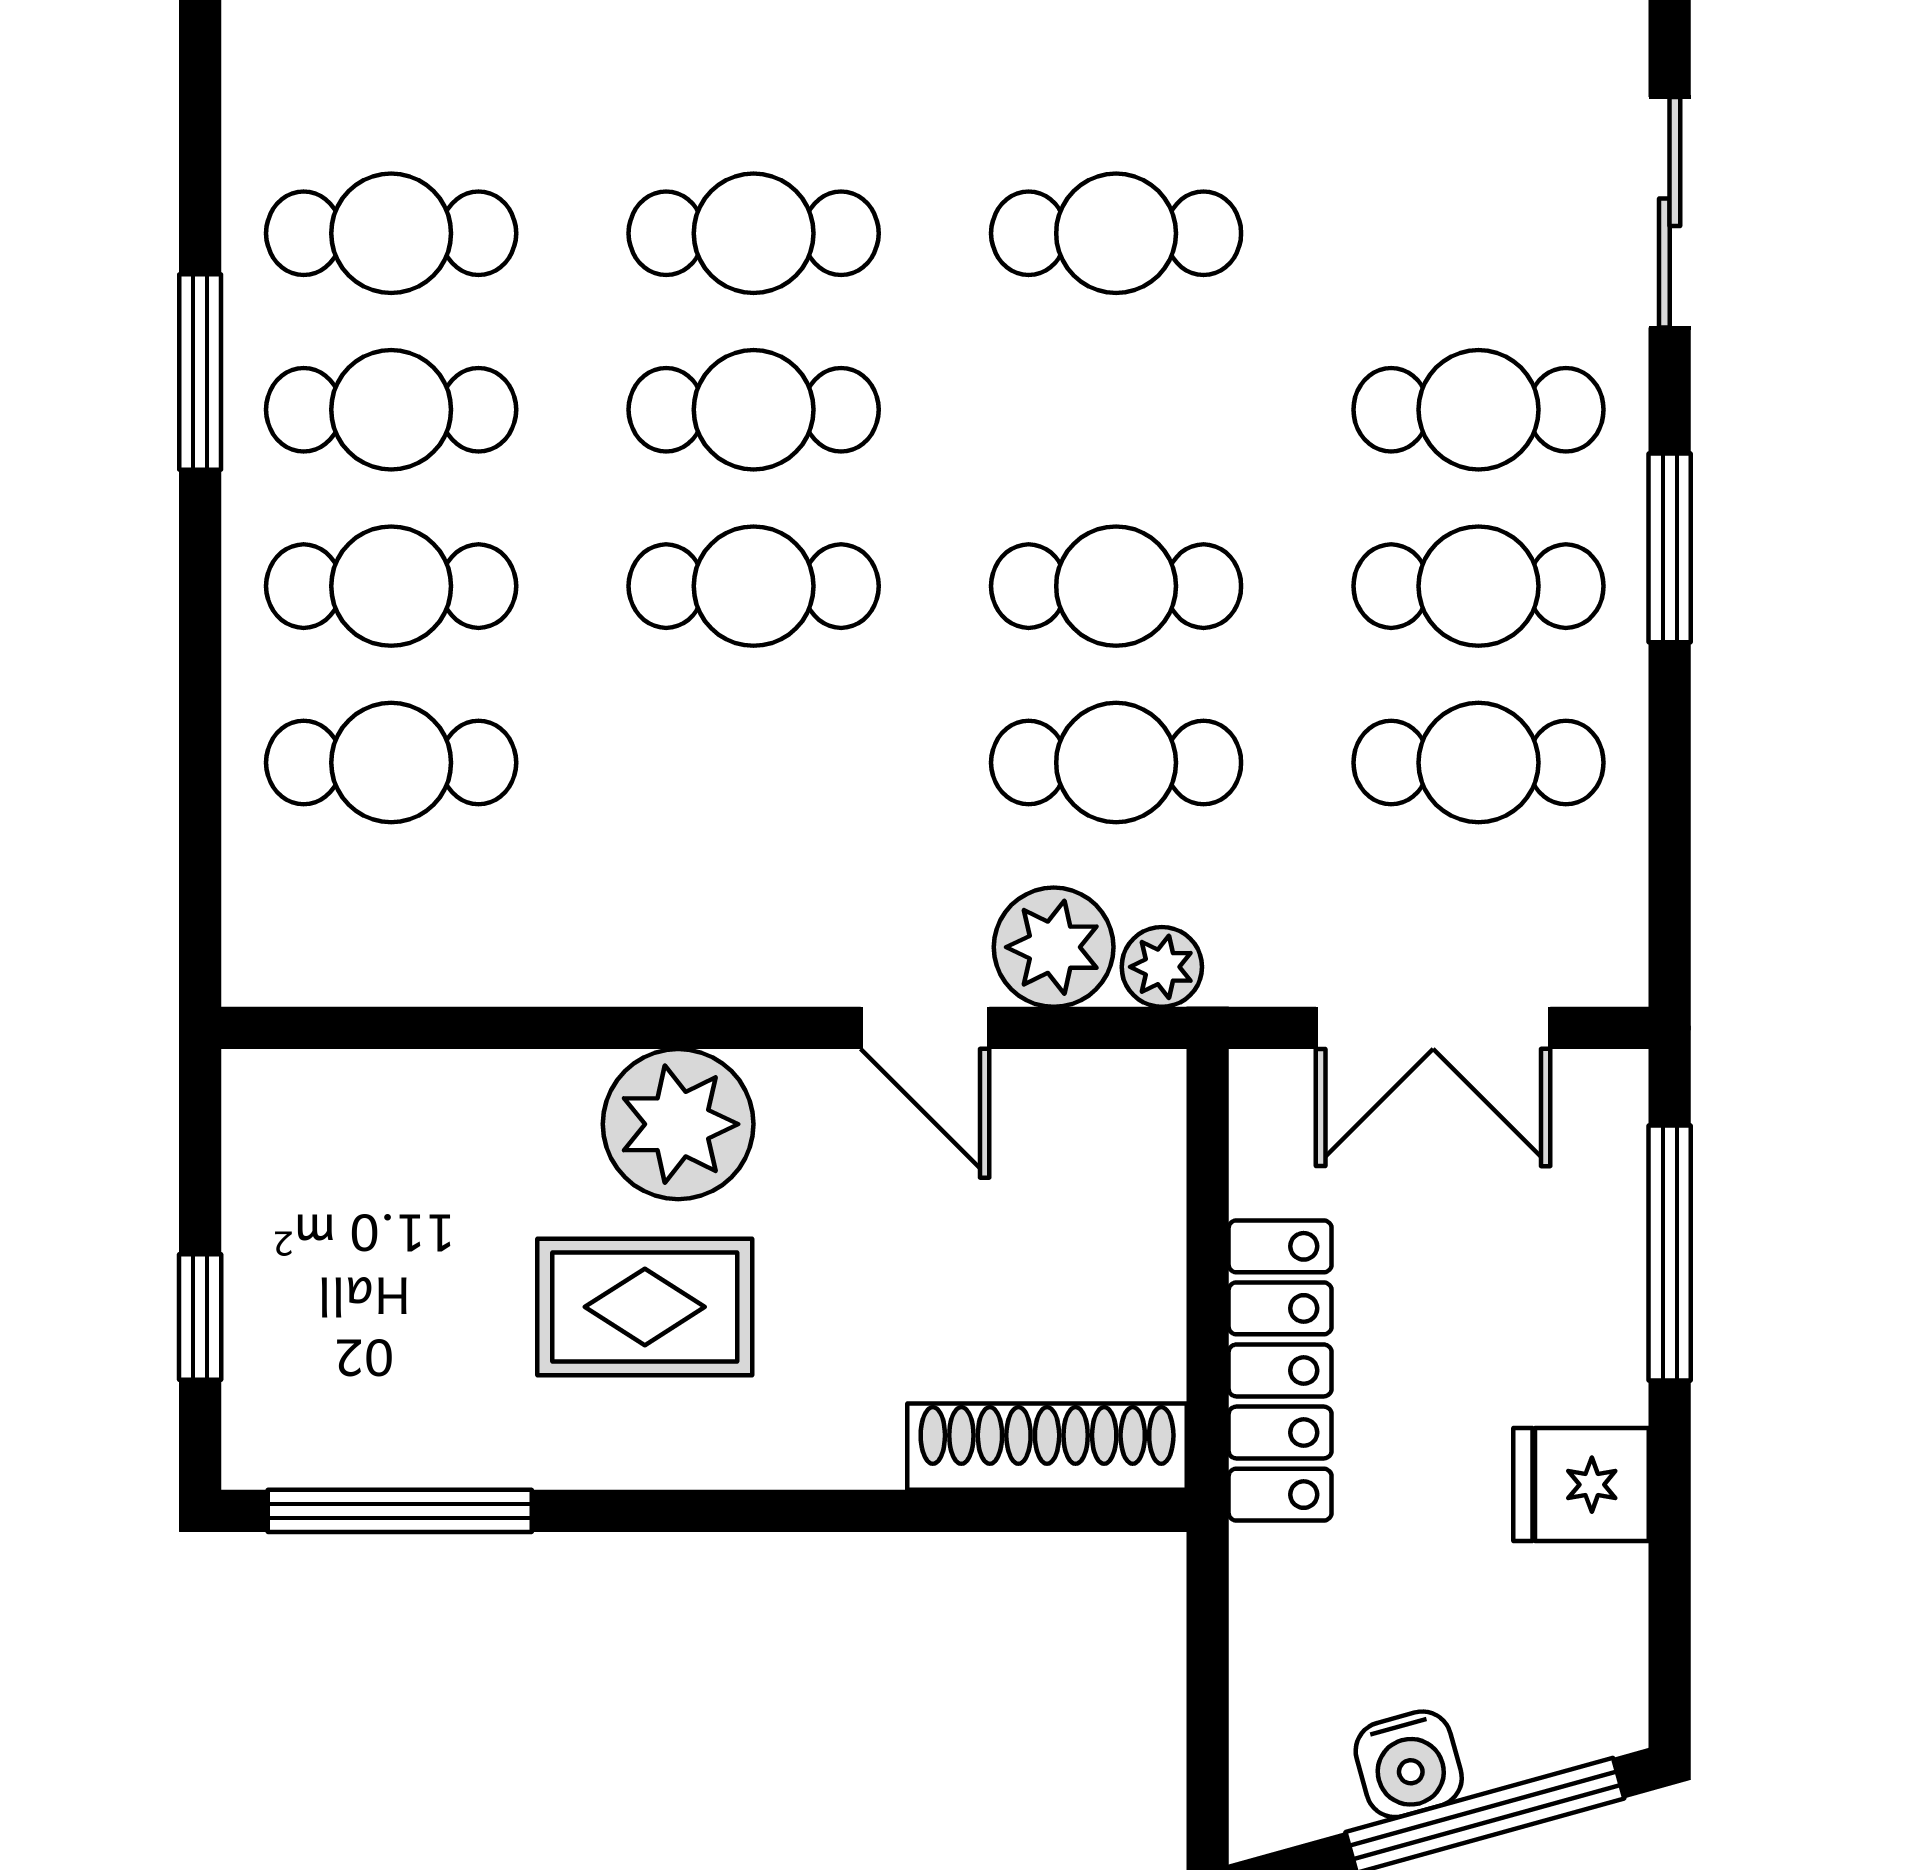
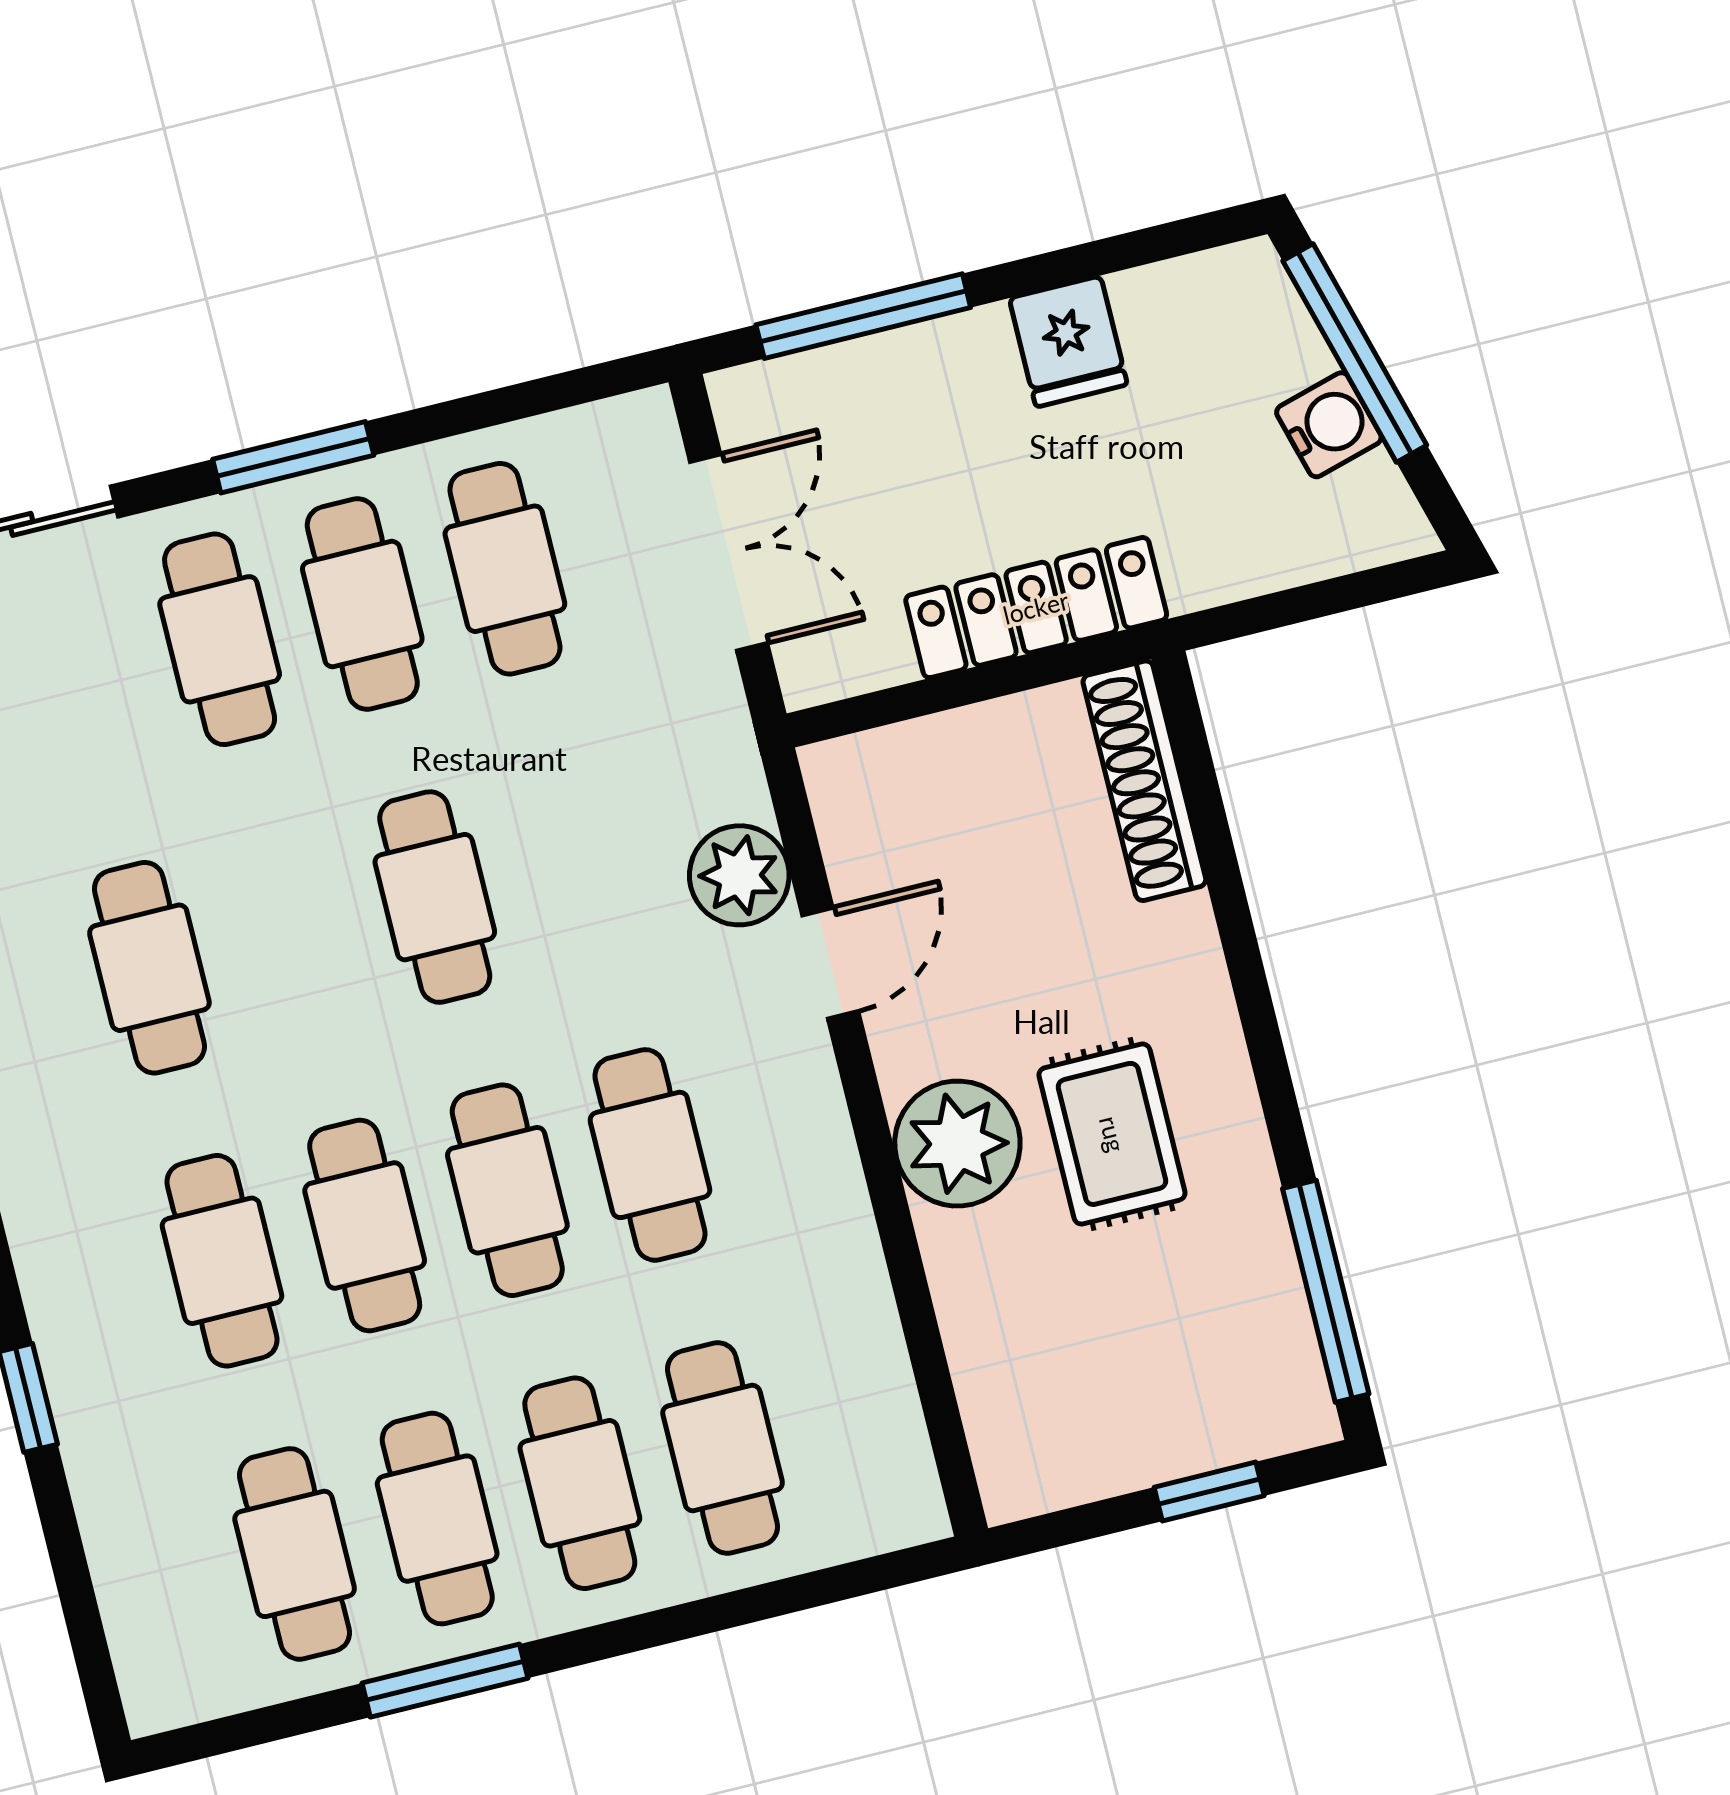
cafe table: (1116, 763) -> (650, 1155), moved
plant: (1162, 967) -> (734, 784), removed

